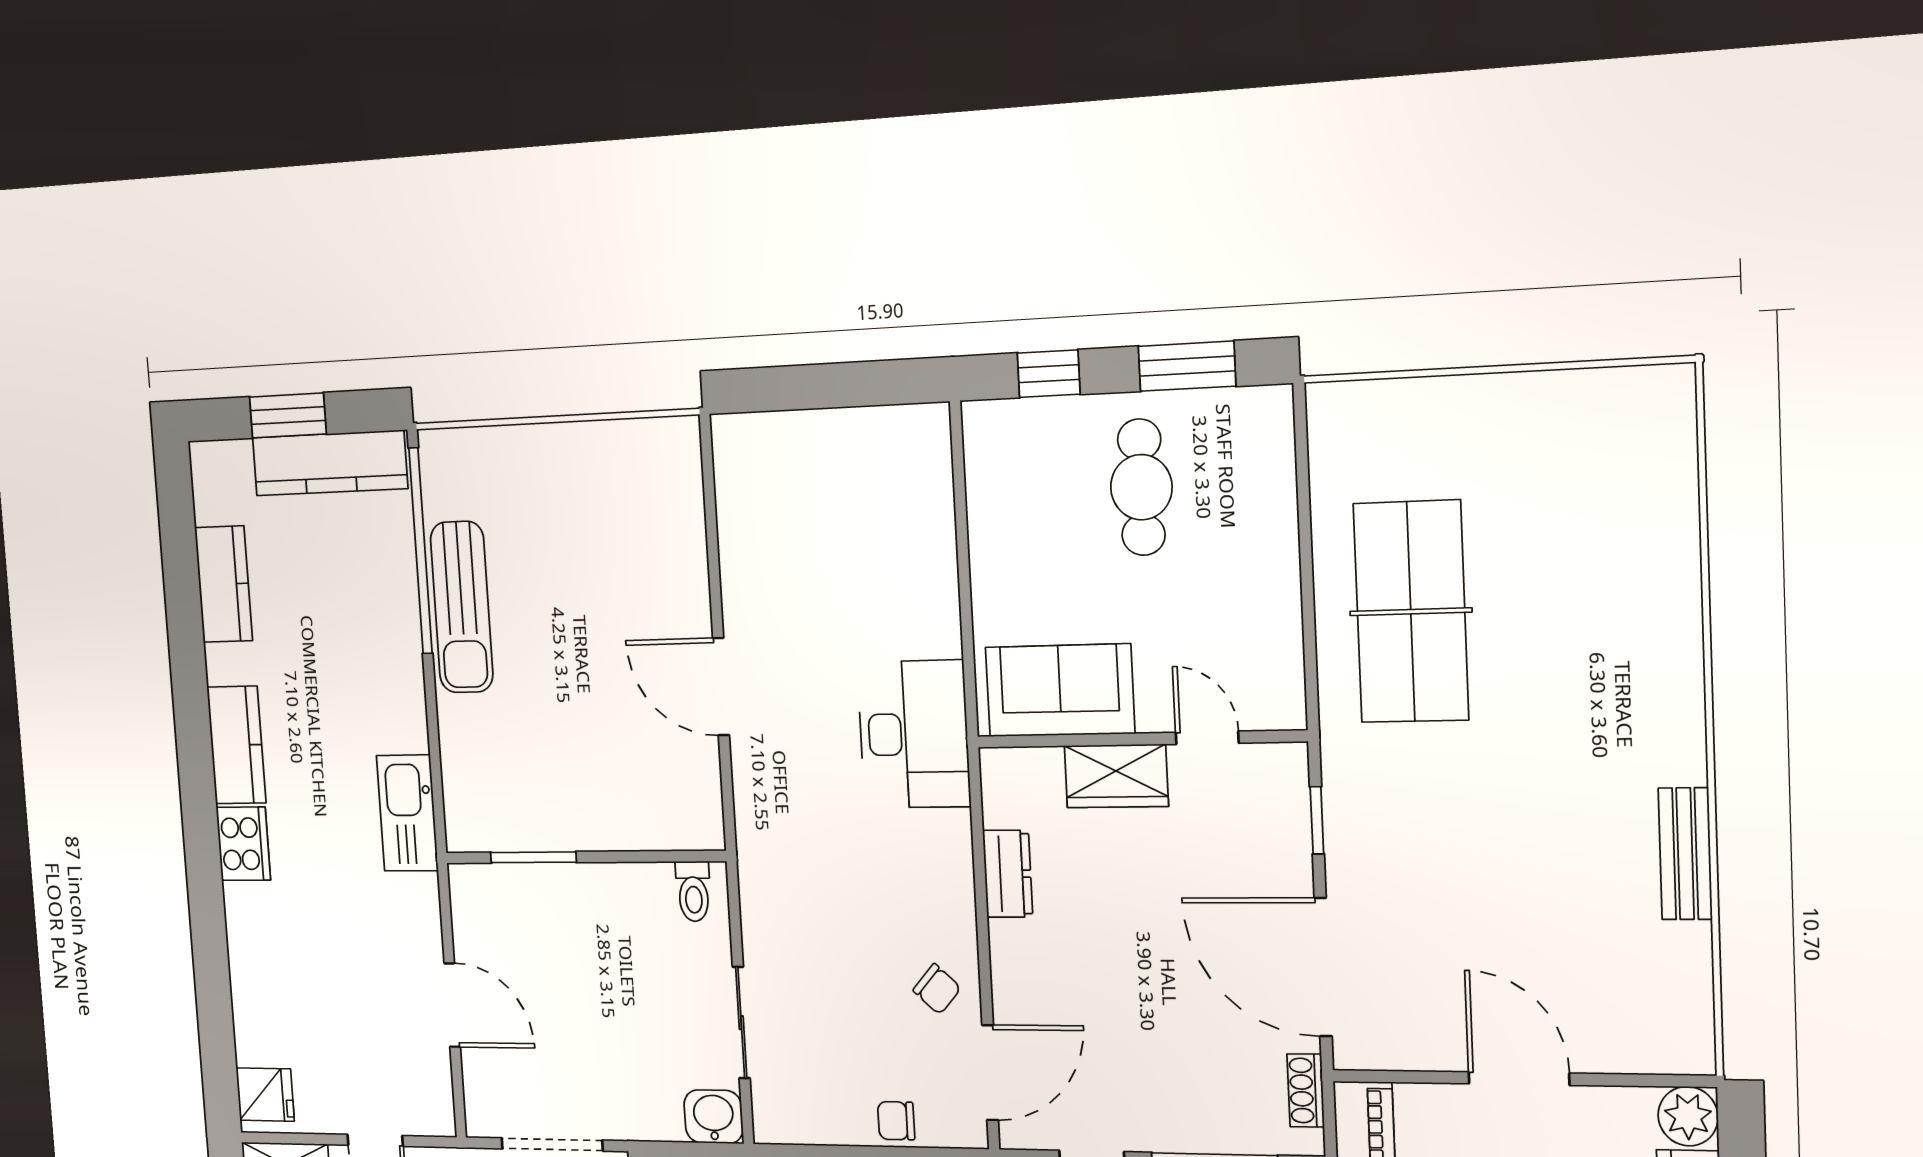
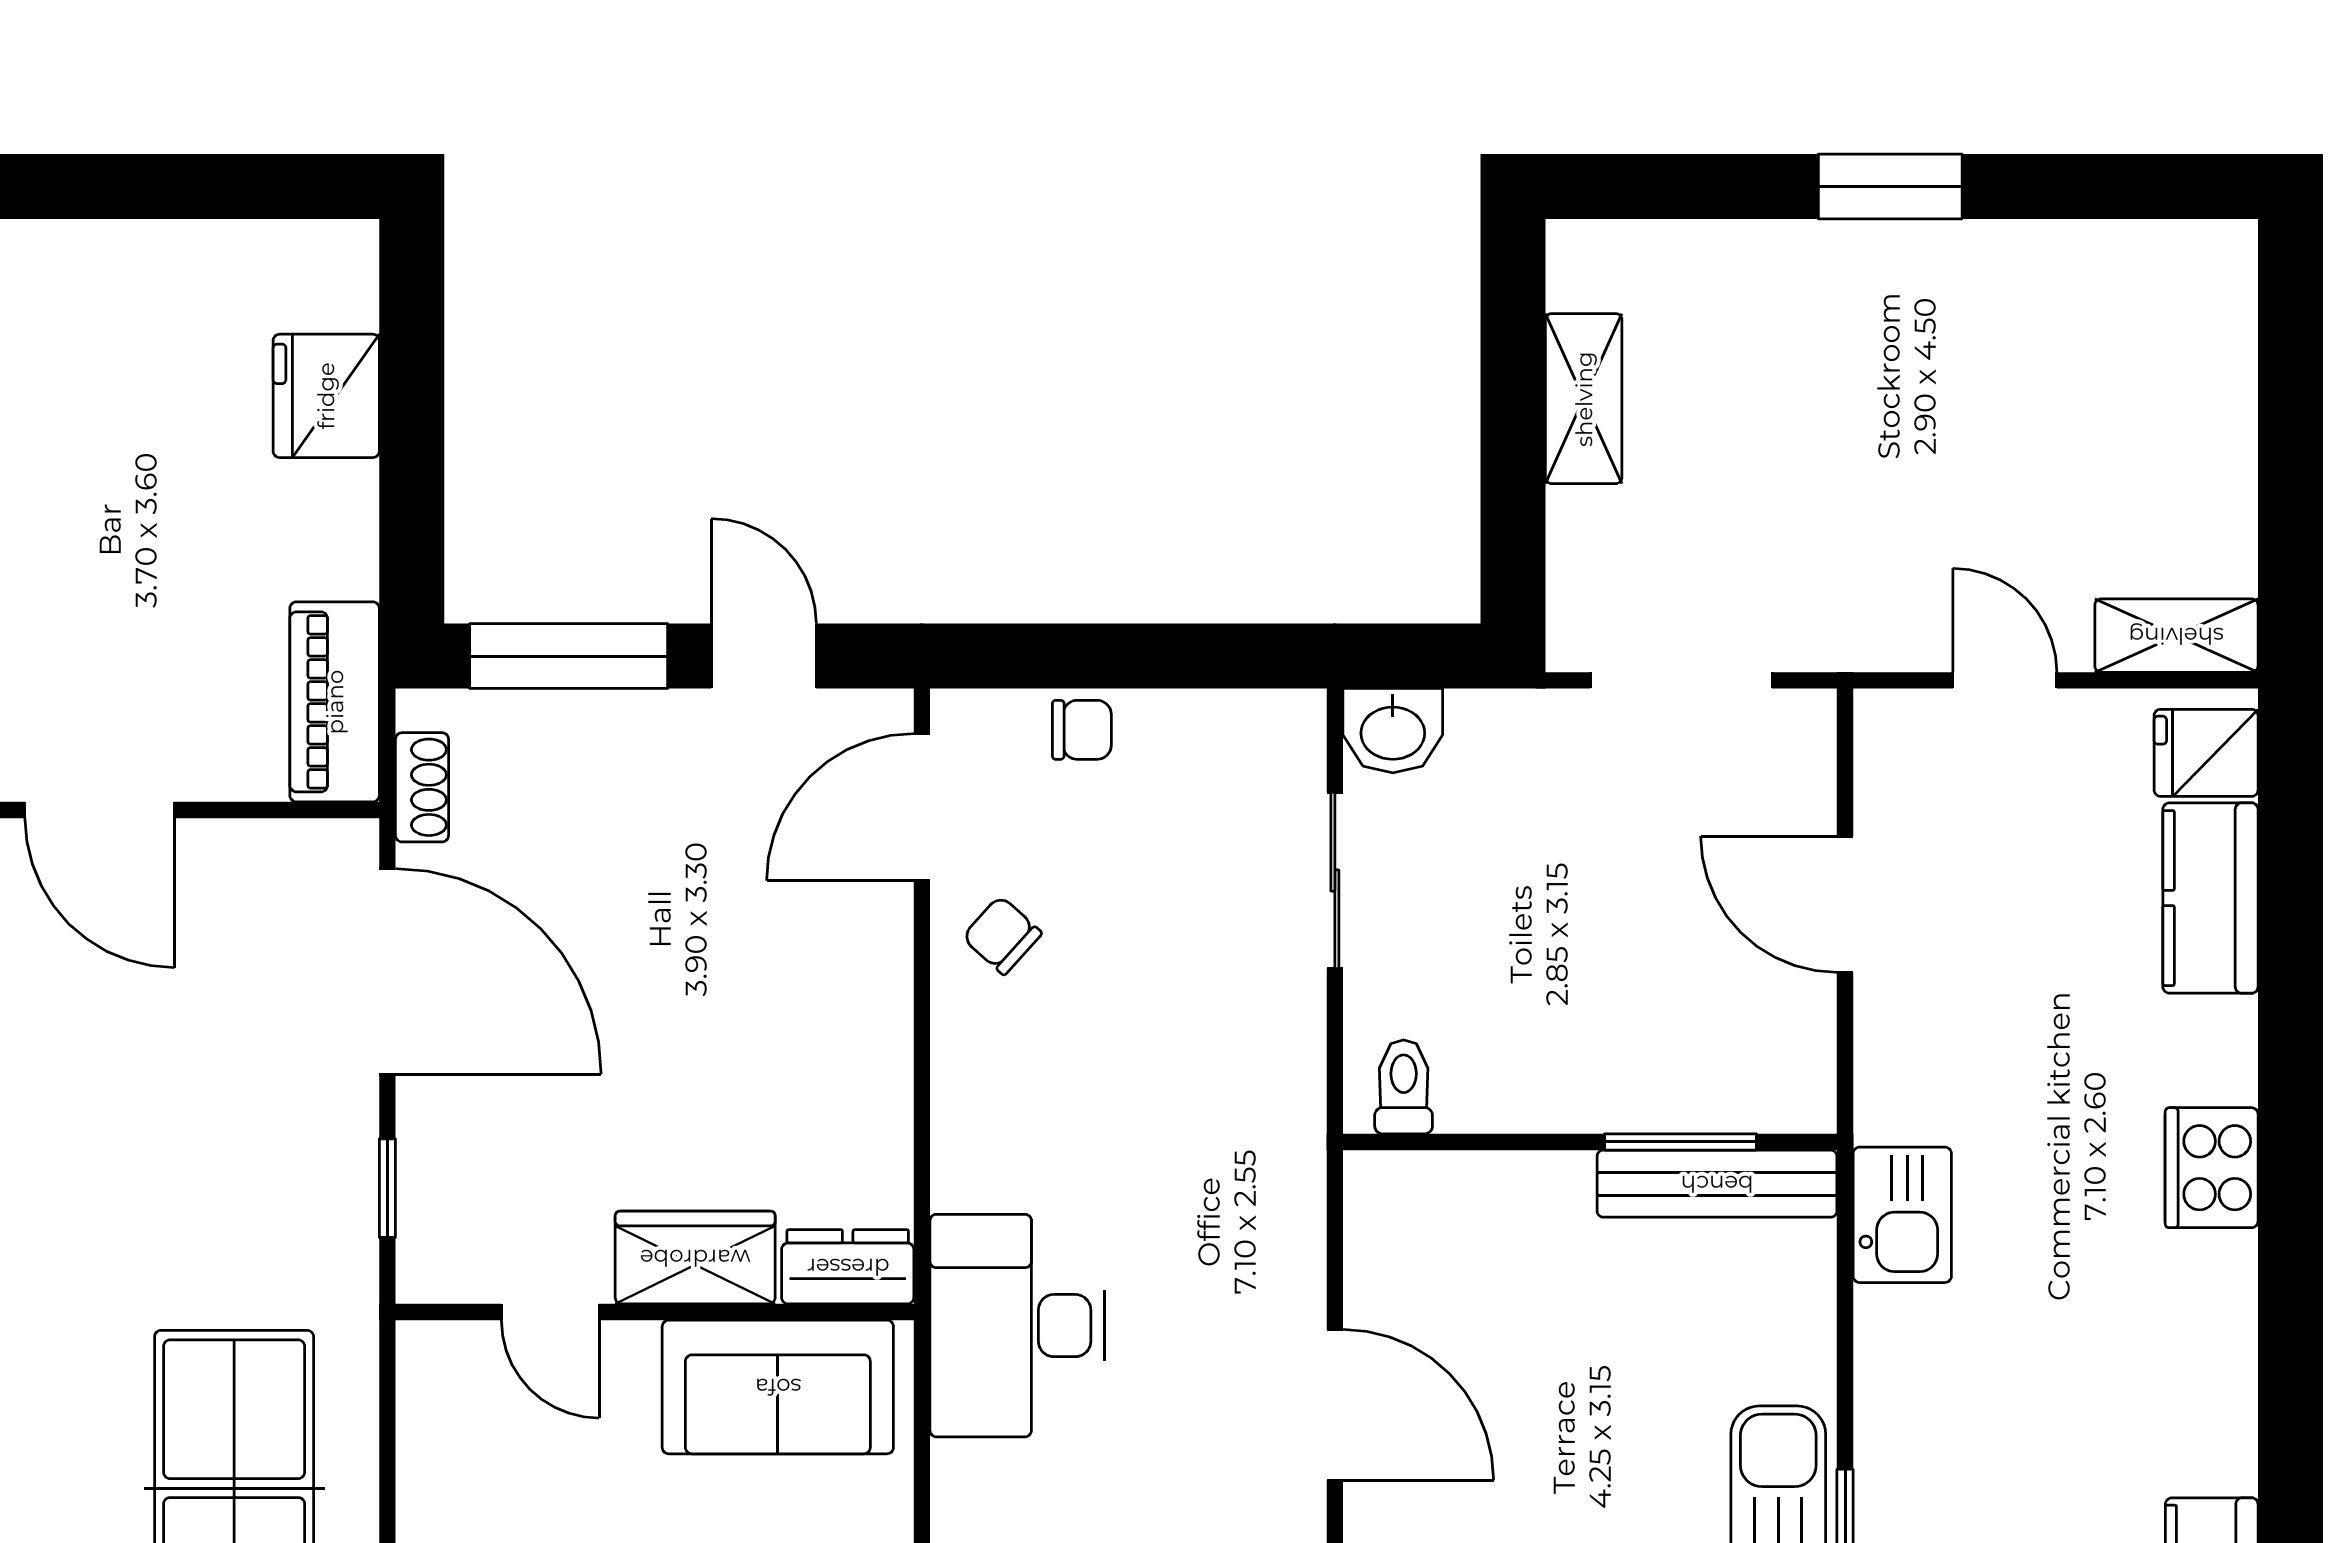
kitchen counter: (236, 745) -> (2210, 898), moved
kitchen sink: (407, 813) -> (1902, 1215), width x0.73
bench: (511, 831) -> (1717, 1184), added
dresser: (1008, 874) -> (848, 1267), moved, turned 90

